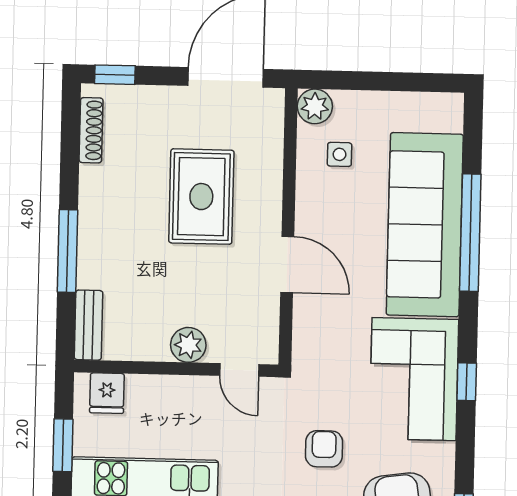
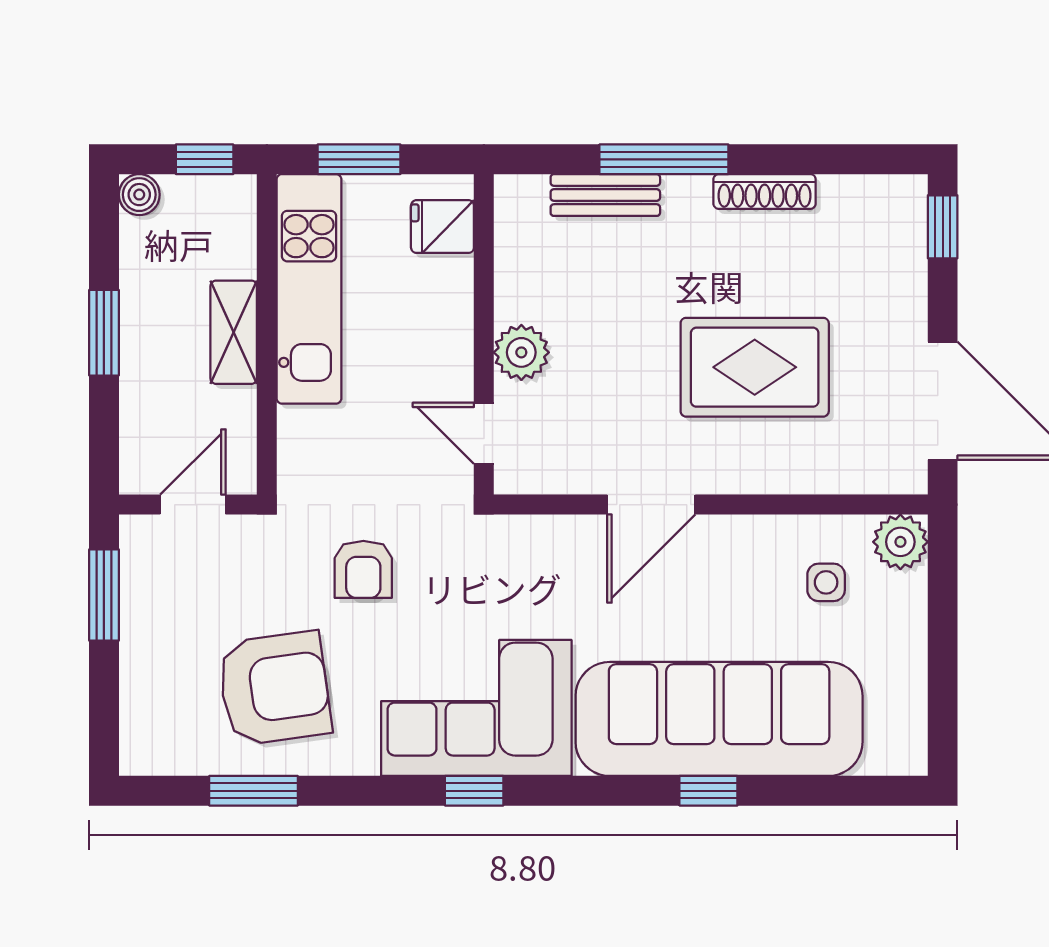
shoe rack: (91, 130) -> (765, 191), moved
window: (470, 233) -> (708, 791), width x0.32
bench: (89, 325) -> (605, 195), moved
door: (239, 370) -> (484, 433), hinge flipped
armchair: (324, 449) -> (363, 569), turned 90

